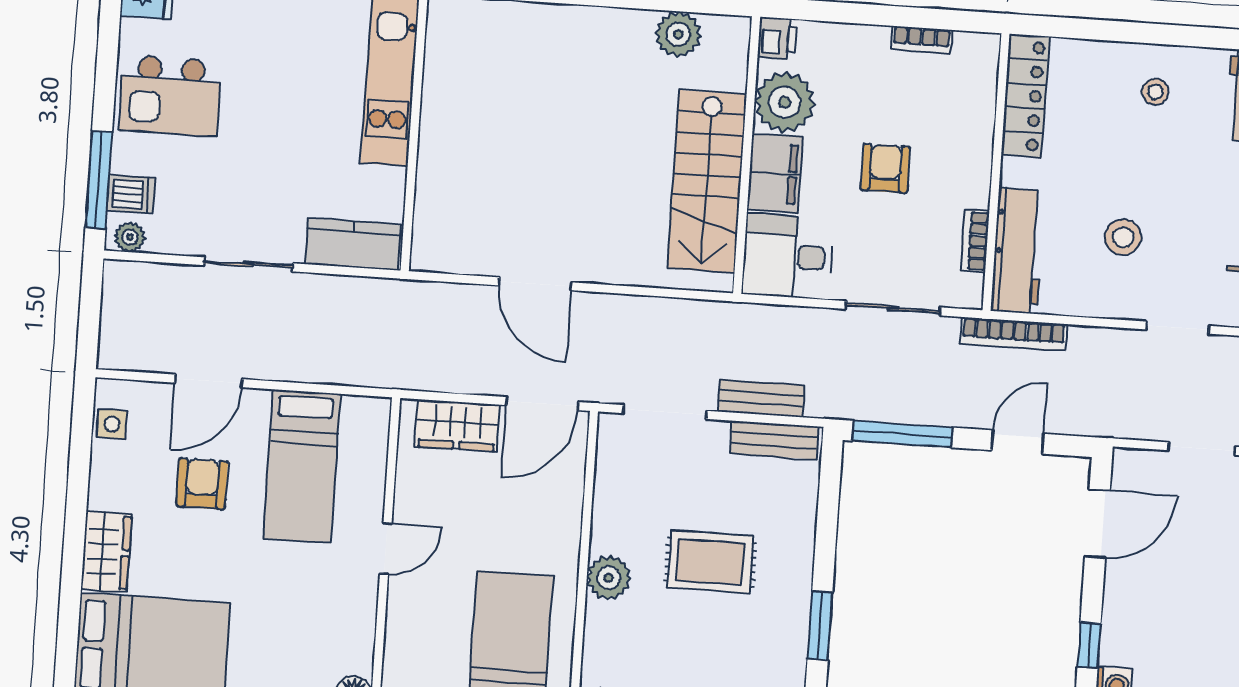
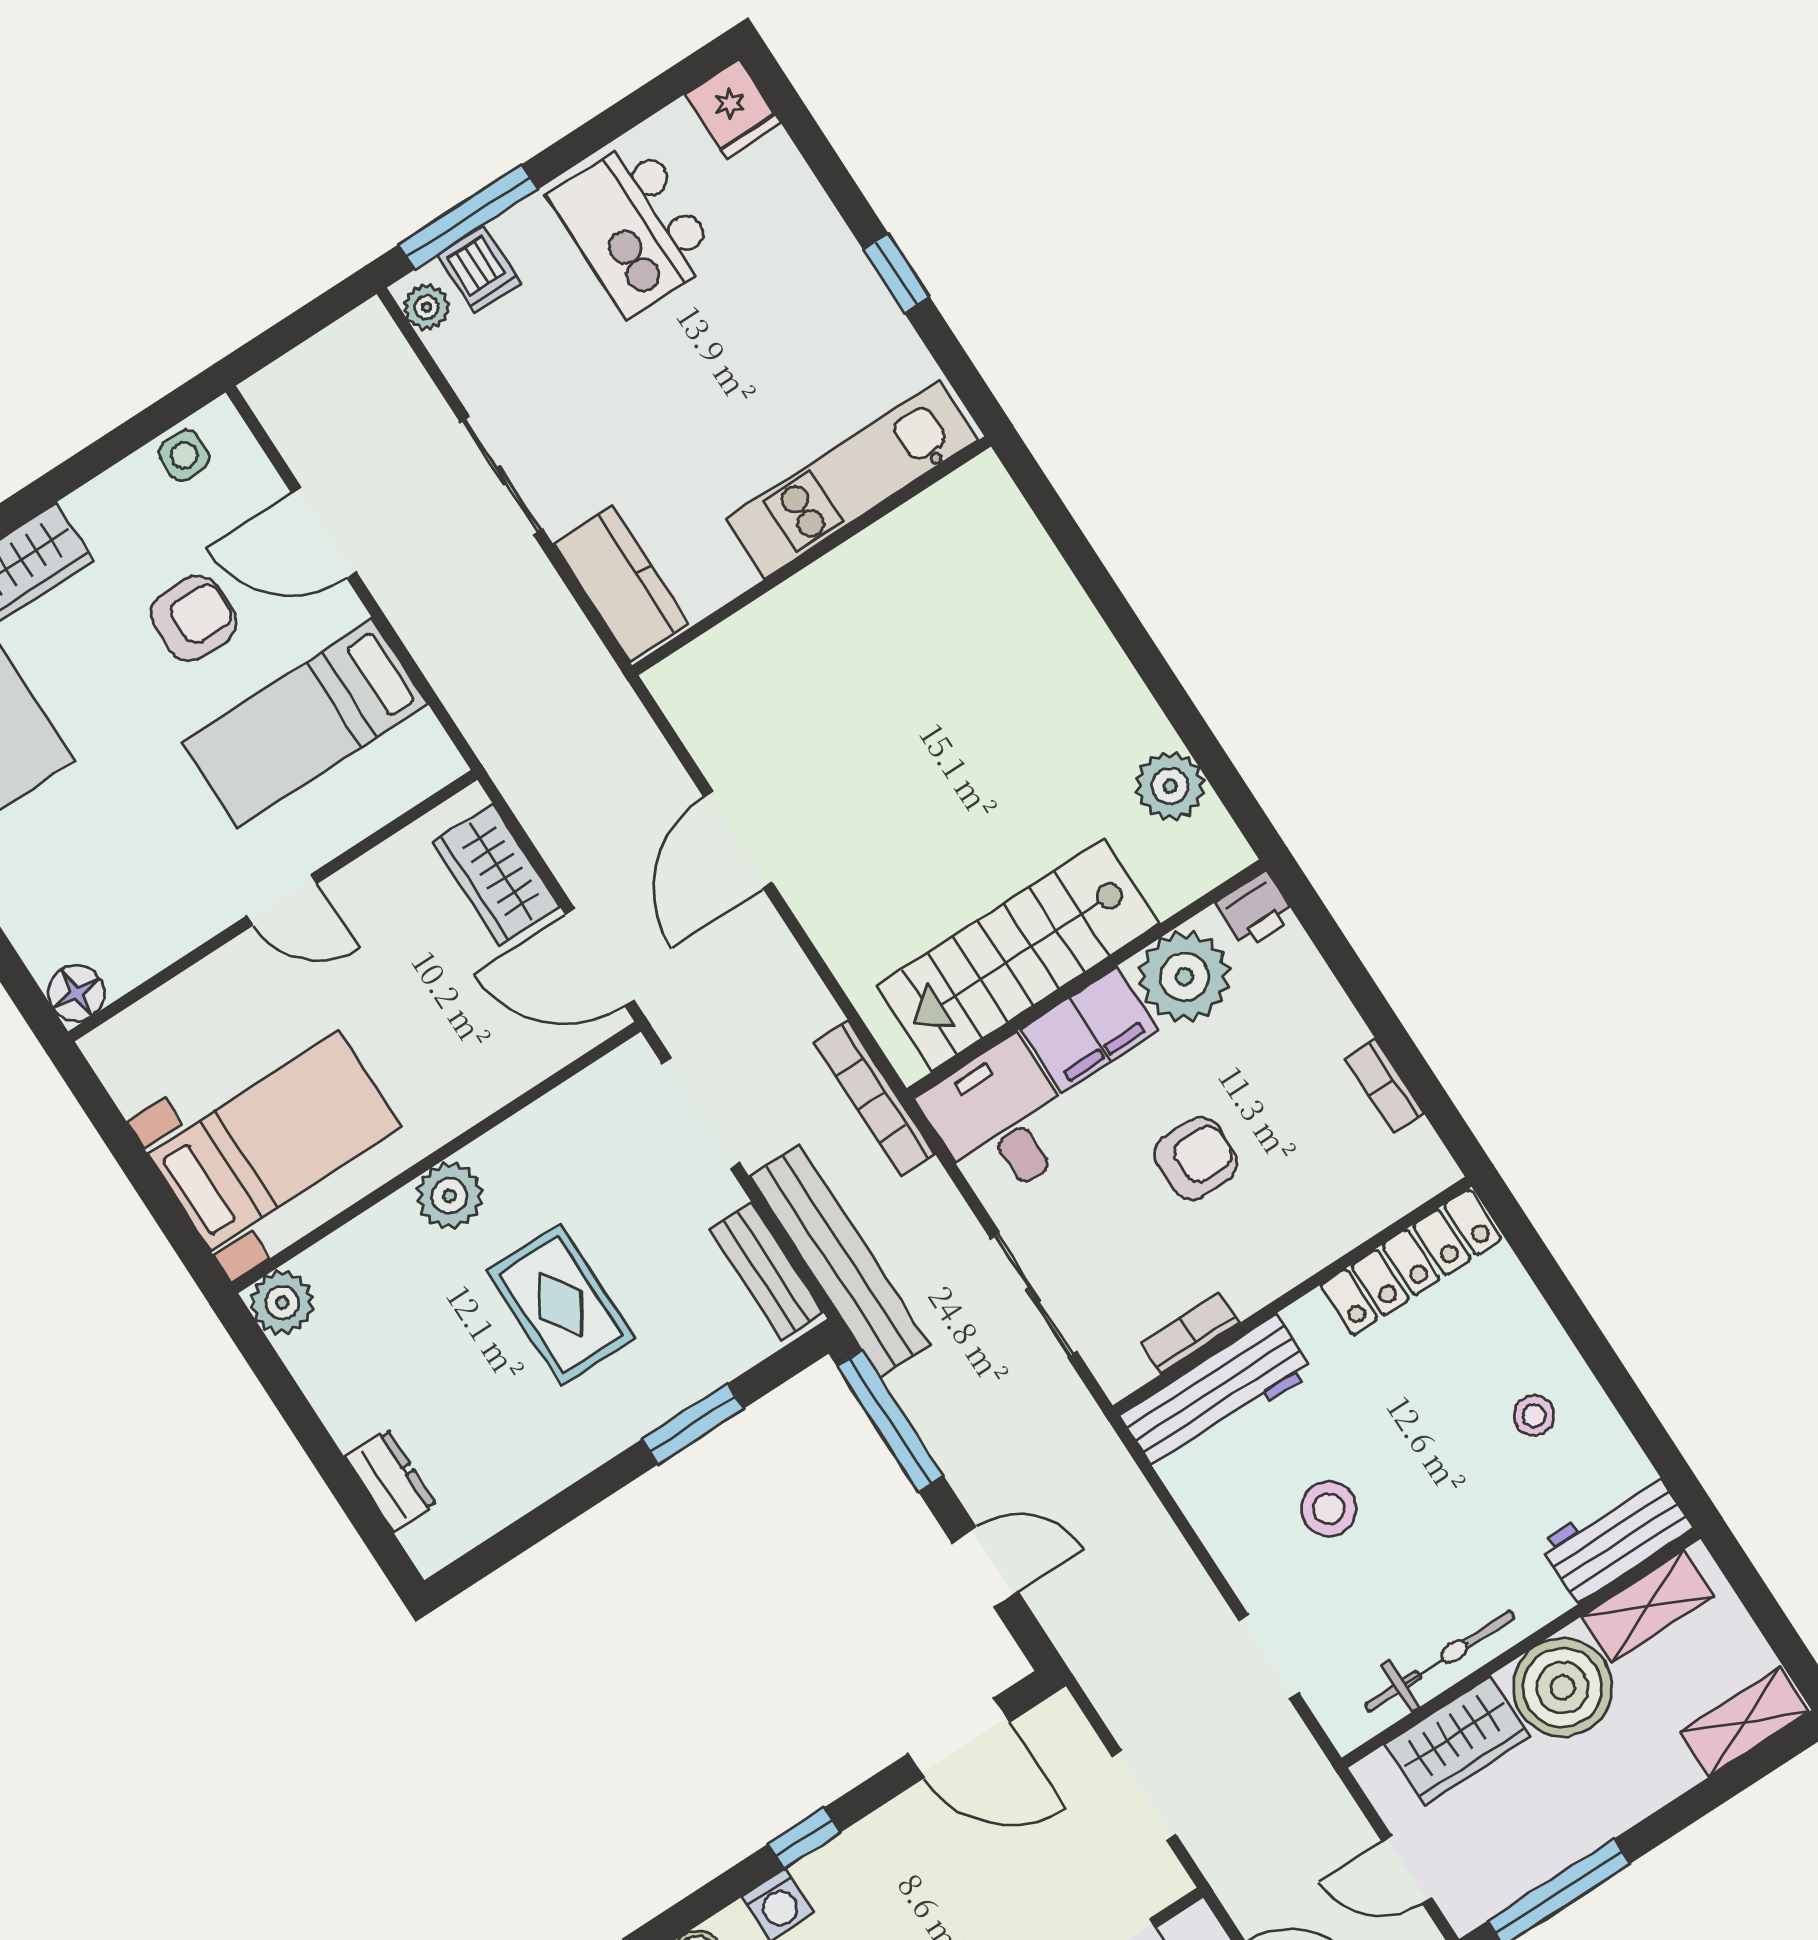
bookcase: (1014, 334) -> (875, 1098), moved
bench: (761, 398) -> (840, 1261), width x1.86, depth x1.21
window: (820, 626) -> (693, 1424), moved

